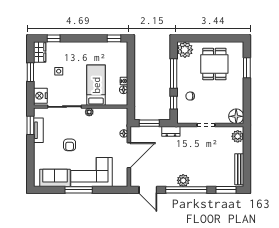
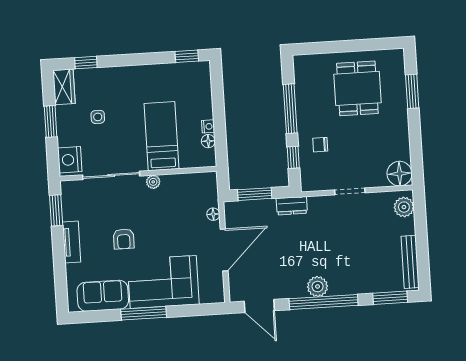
plant: (185, 50) -> (307, 68), removed
tv unit: (38, 130) -> (72, 242), moved

